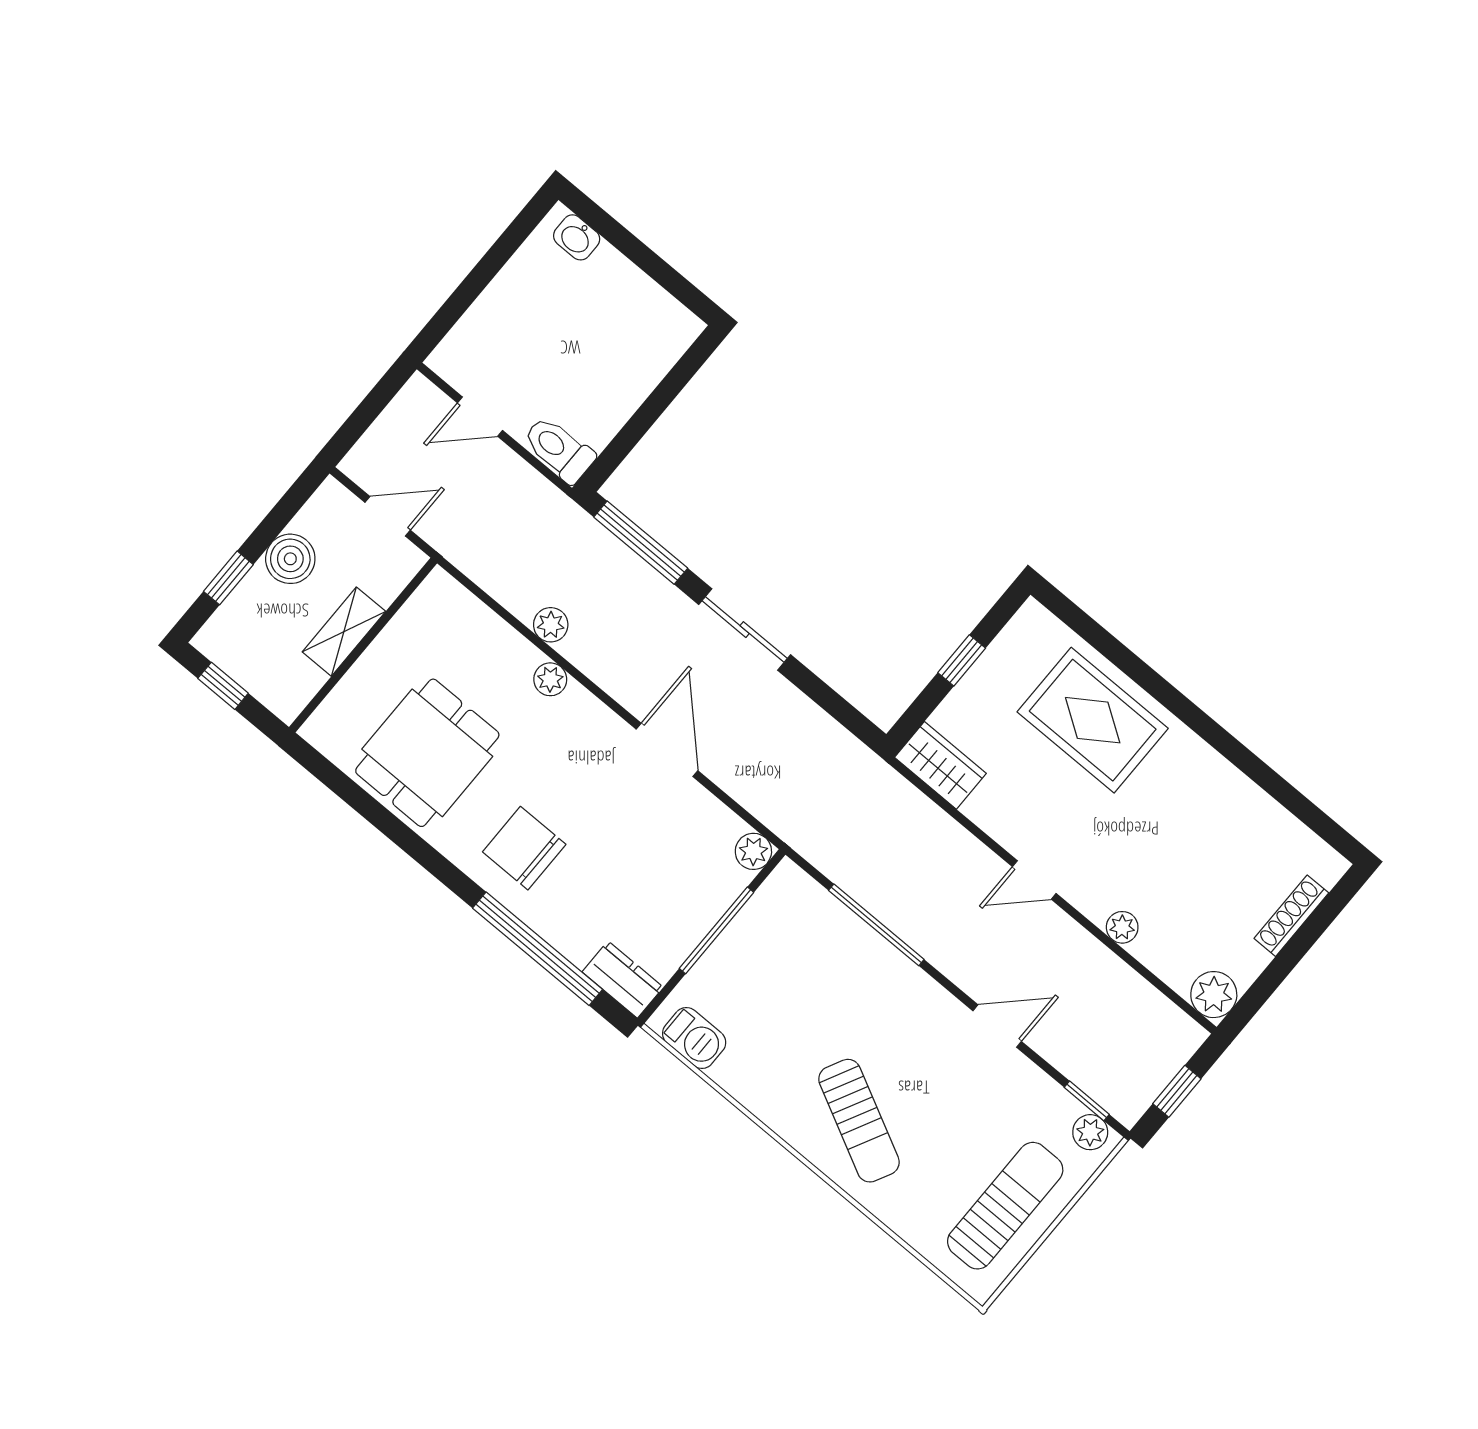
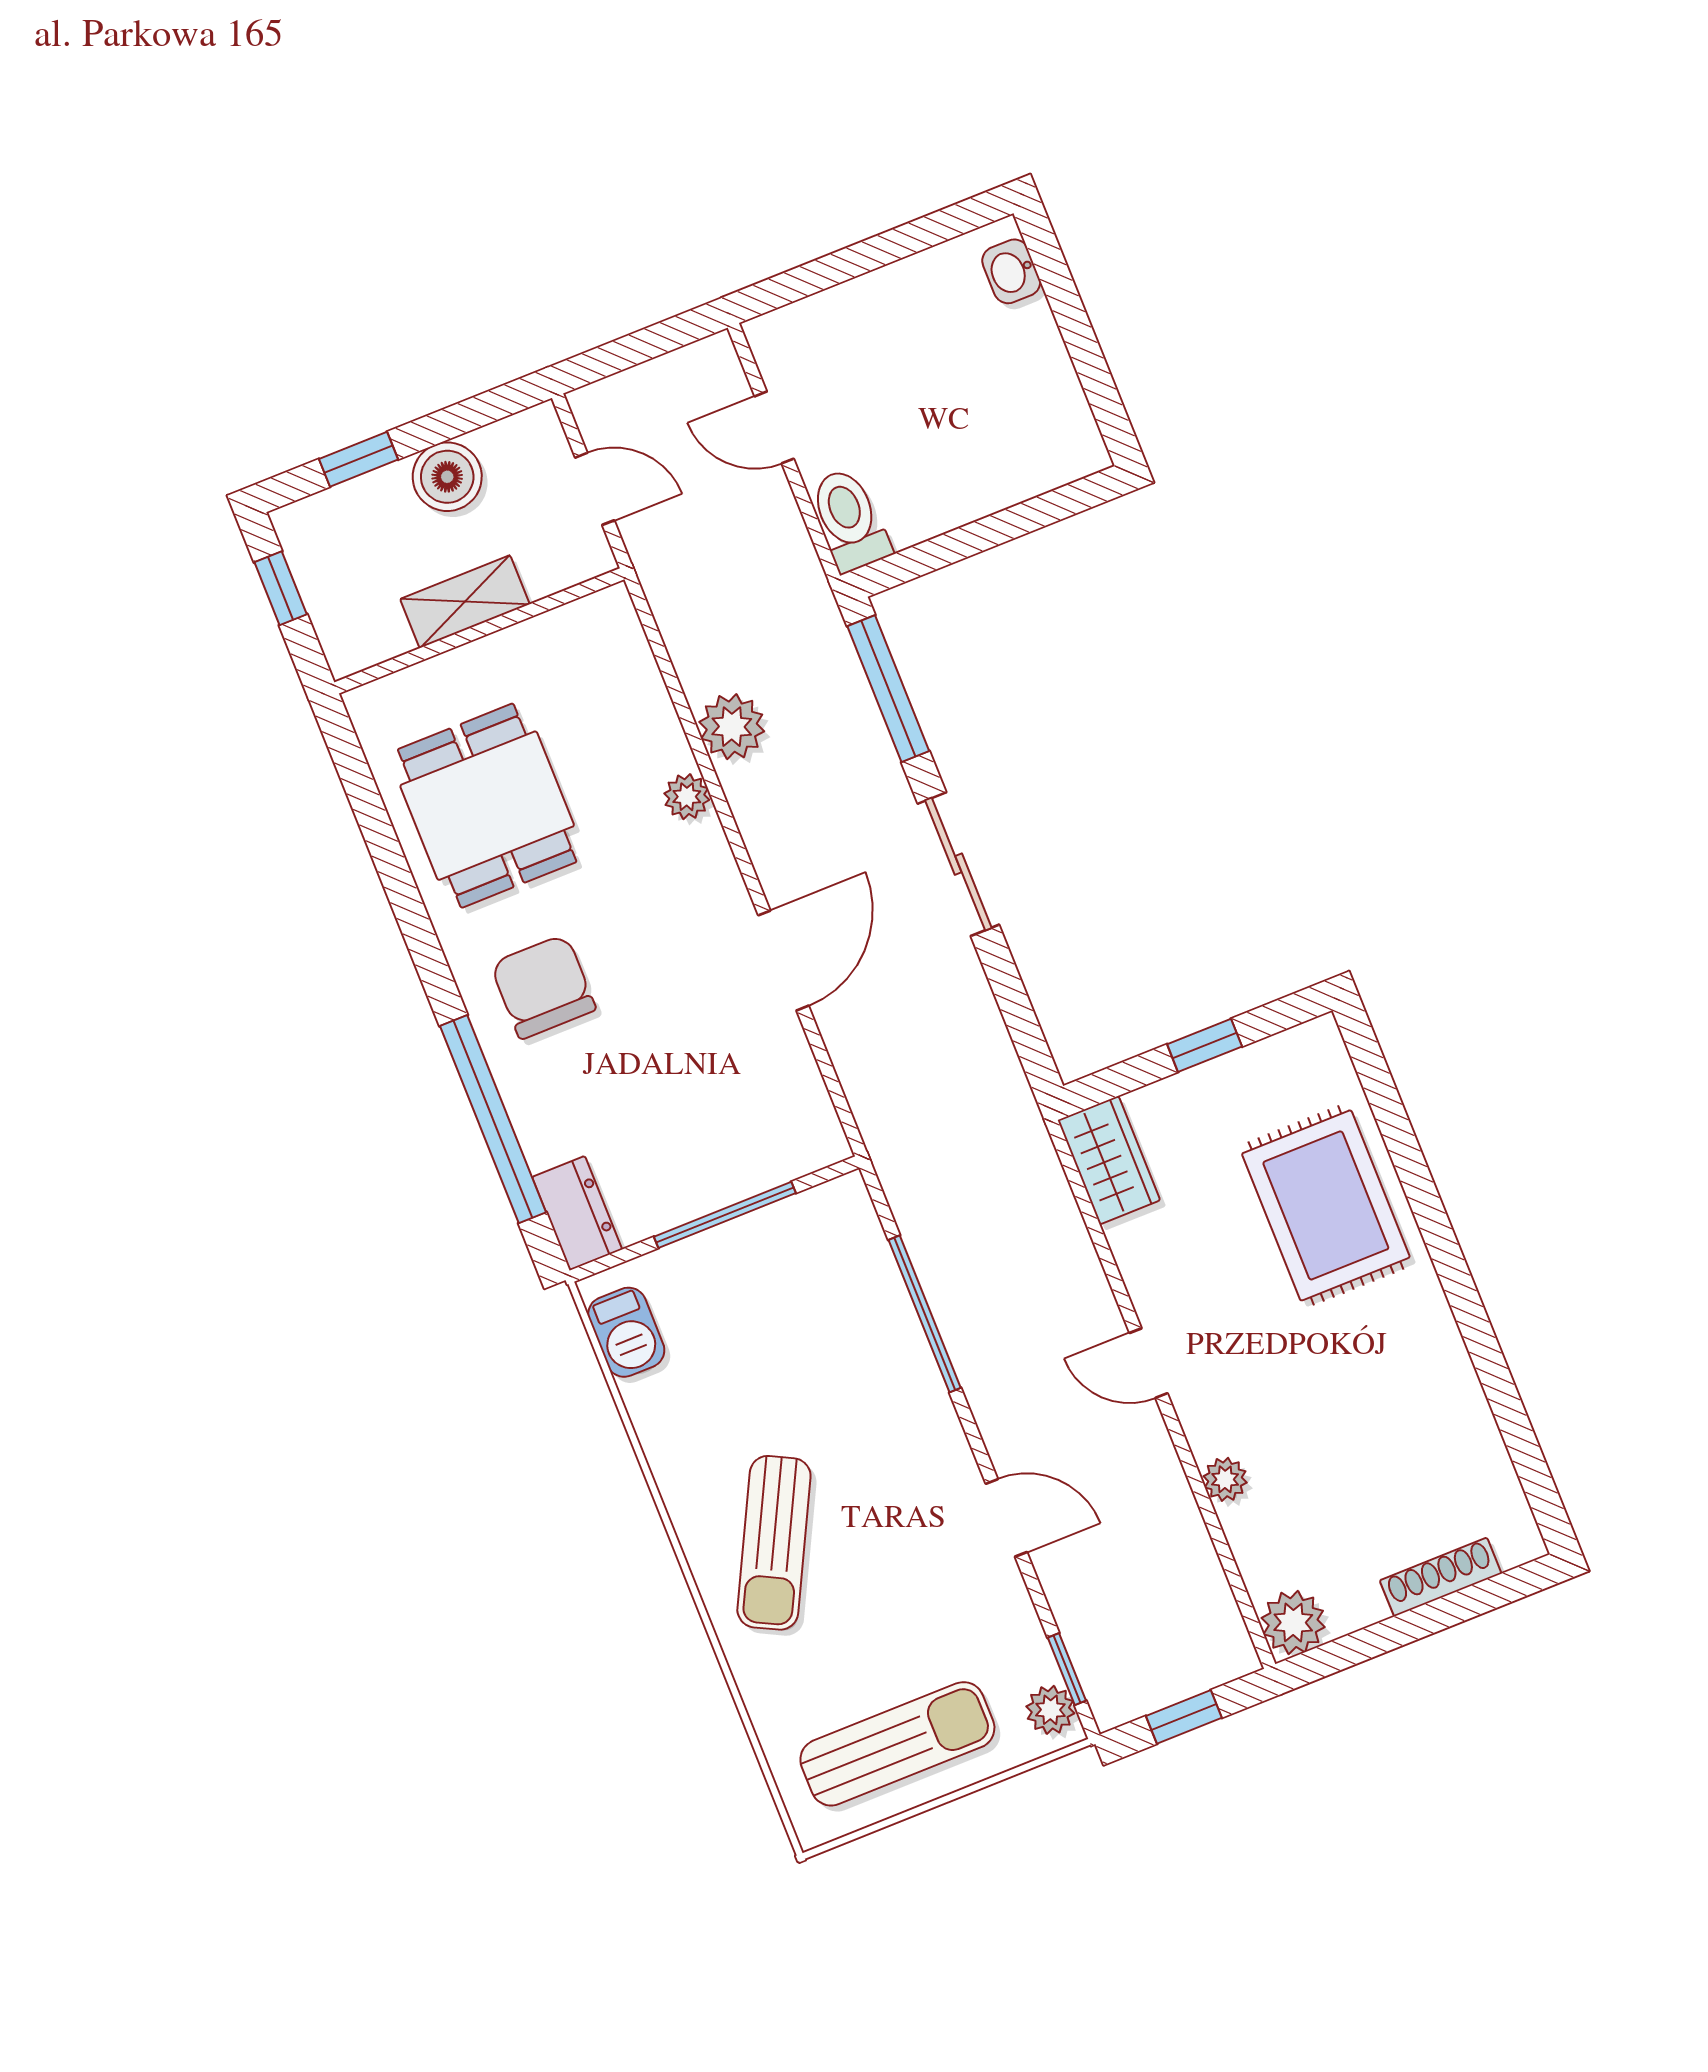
plant: (551, 625) -> (732, 727), width x1.38, depth x1.38
dining table: (427, 753) -> (487, 806), turned 90
plant: (753, 851) -> (822, 1142), removed

